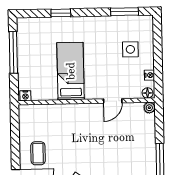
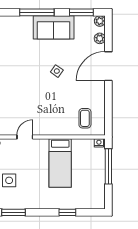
window: (13, 52) -> (108, 166), moved
coffee table: (38, 153) -> (85, 118), moved

